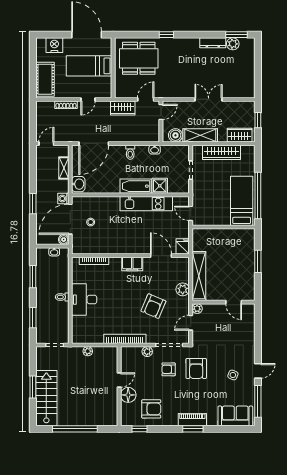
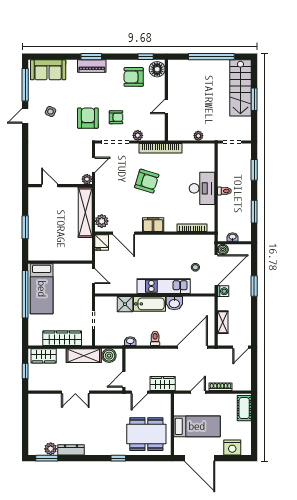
cot: (45, 79) -> (244, 408), width x0.73, depth x0.75
washbasin: (78, 184) -> (174, 303), moved, turned -90
kitchen unit: (146, 204) -> (164, 286), moved
plant: (183, 289) -> (102, 221), moved
armchair: (153, 306) -> (147, 181), moved, turned 84
floor lamp: (128, 395) -> (157, 69), moved

